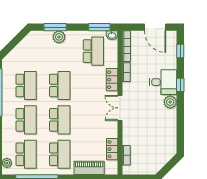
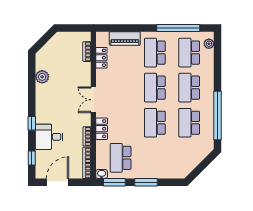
window: (55, 27) -> (146, 182), moved
door: (155, 27) -> (58, 182), hinge flipped
plant: (59, 37) -> (156, 172), removed
desk: (163, 82) -> (49, 137), moved
plant: (170, 102) -> (42, 77), moved
double door: (120, 108) -> (93, 100), swing flipped

